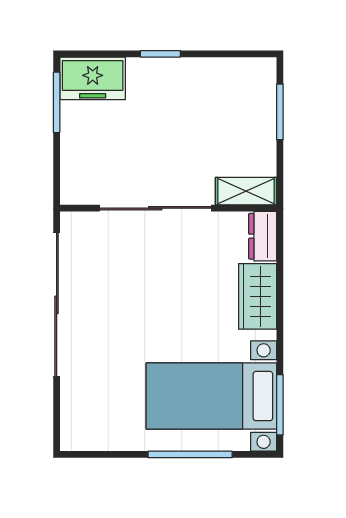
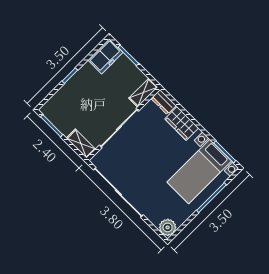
freezer: (93, 78) -> (105, 56), moved
shelving: (74, 174) -> (81, 144), added
plant: (78, 433) -> (168, 227), added

